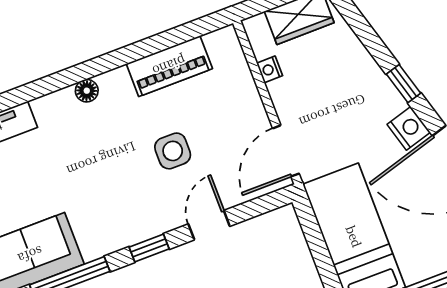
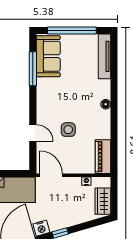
piano: (169, 66) -> (103, 157), moved
window: (149, 248) -> (33, 105), removed

